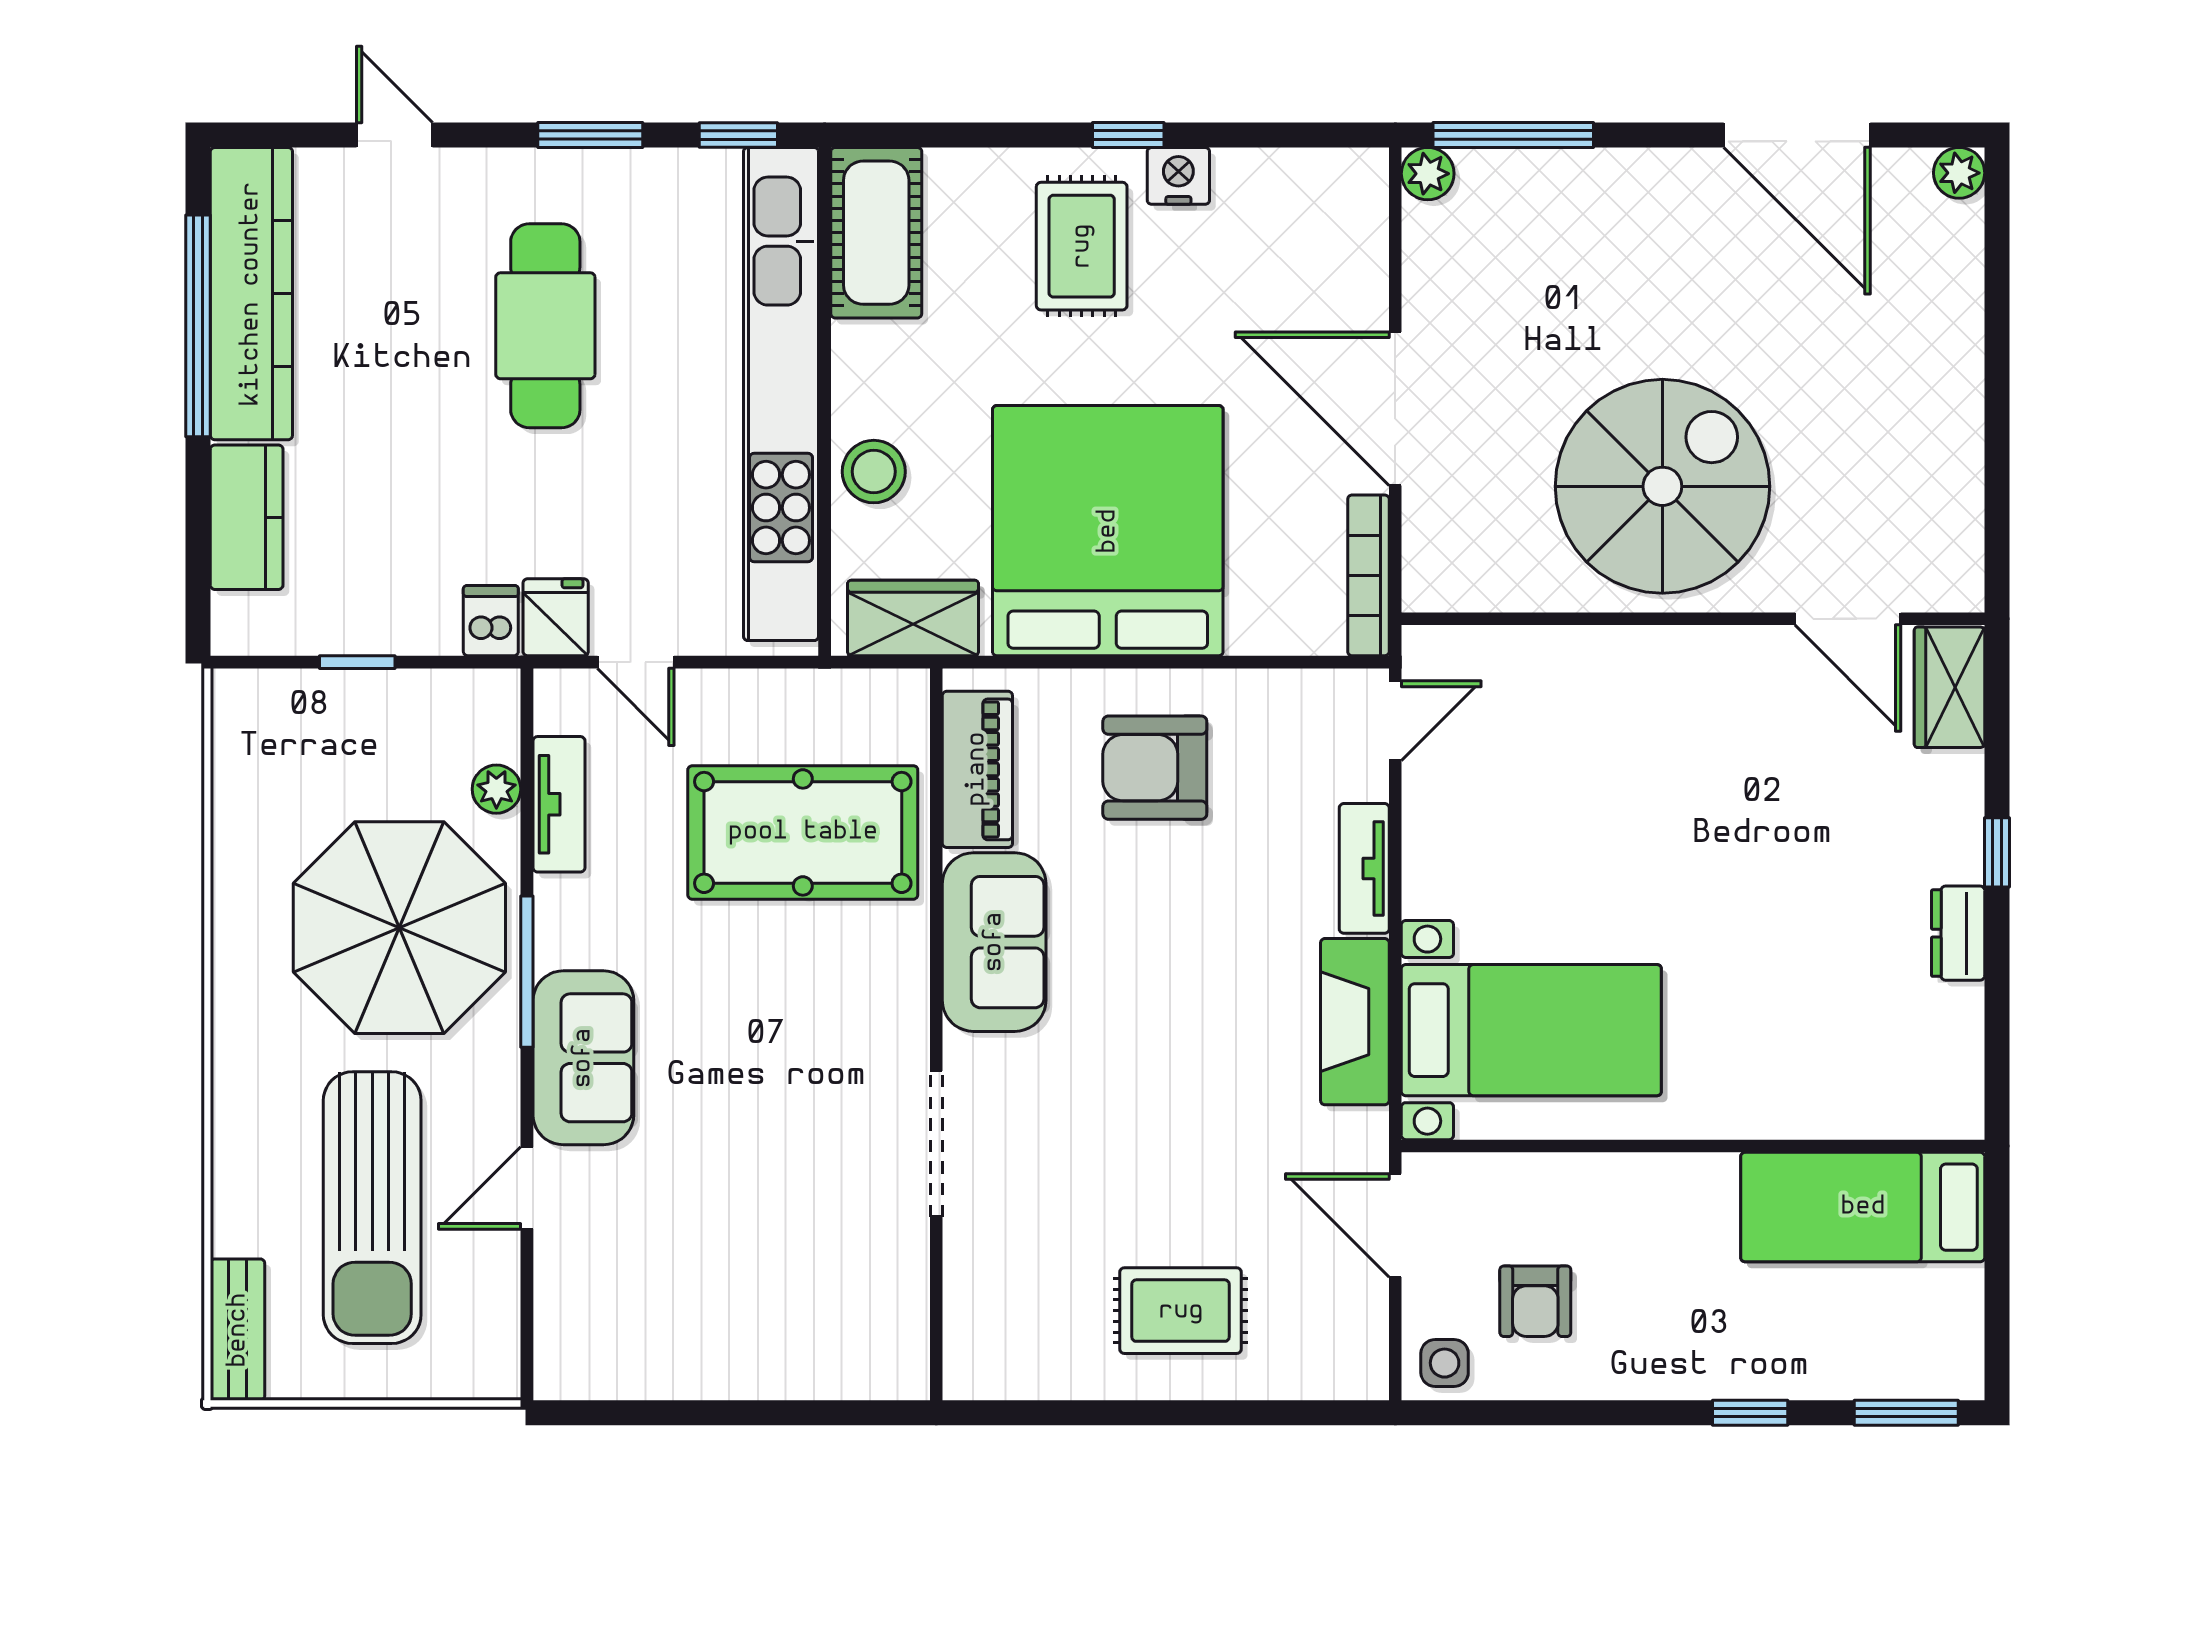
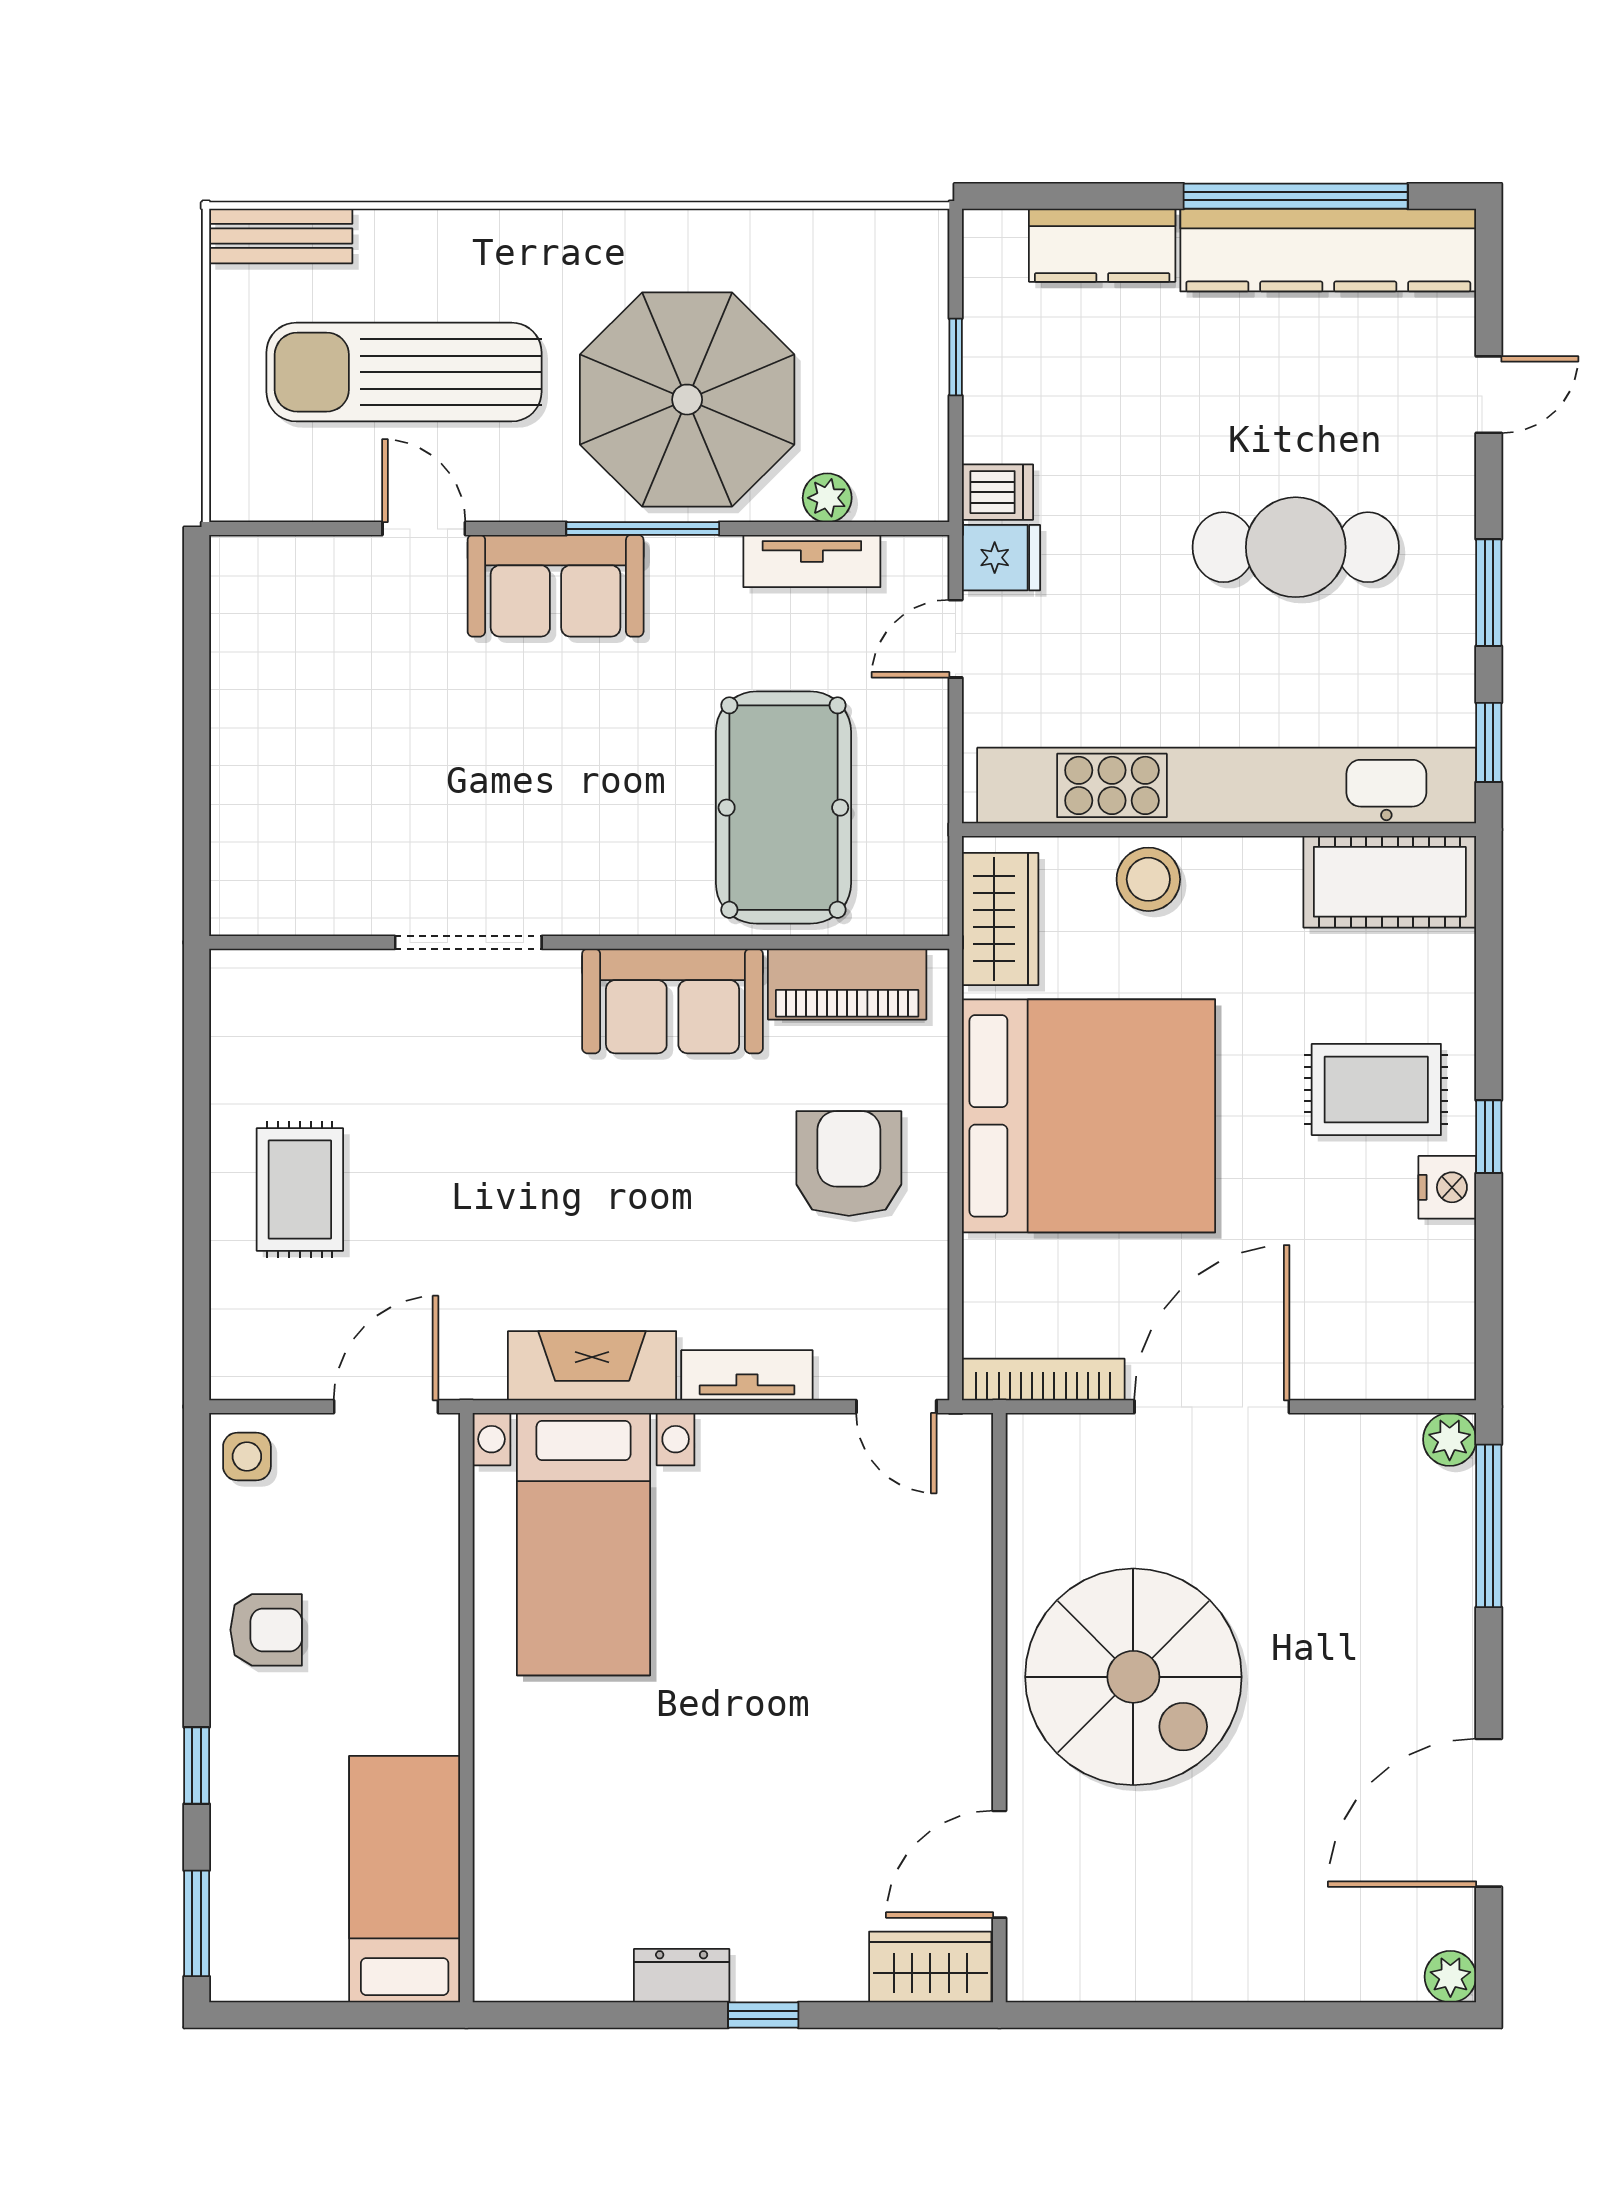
armchair: (1535, 1301) -> (266, 1630), moved, turned 180

